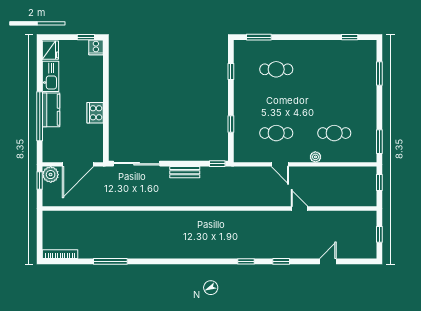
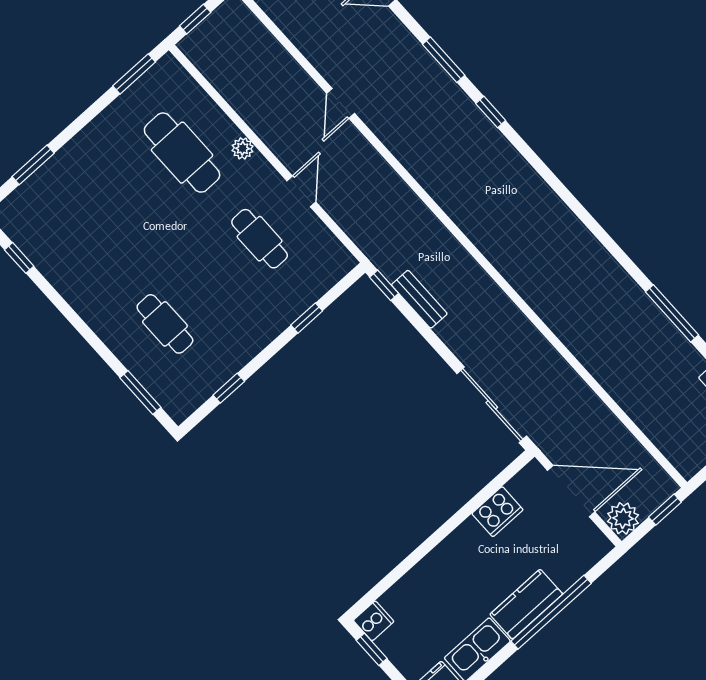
cooker: (95, 113) -> (497, 512), moved
cafe table: (334, 133) -> (182, 153), width x1.37, depth x1.35
bench: (185, 172) -> (419, 299), moved
window: (40, 181) -> (665, 510), moved
window: (281, 261) -> (444, 60), width x1.50

